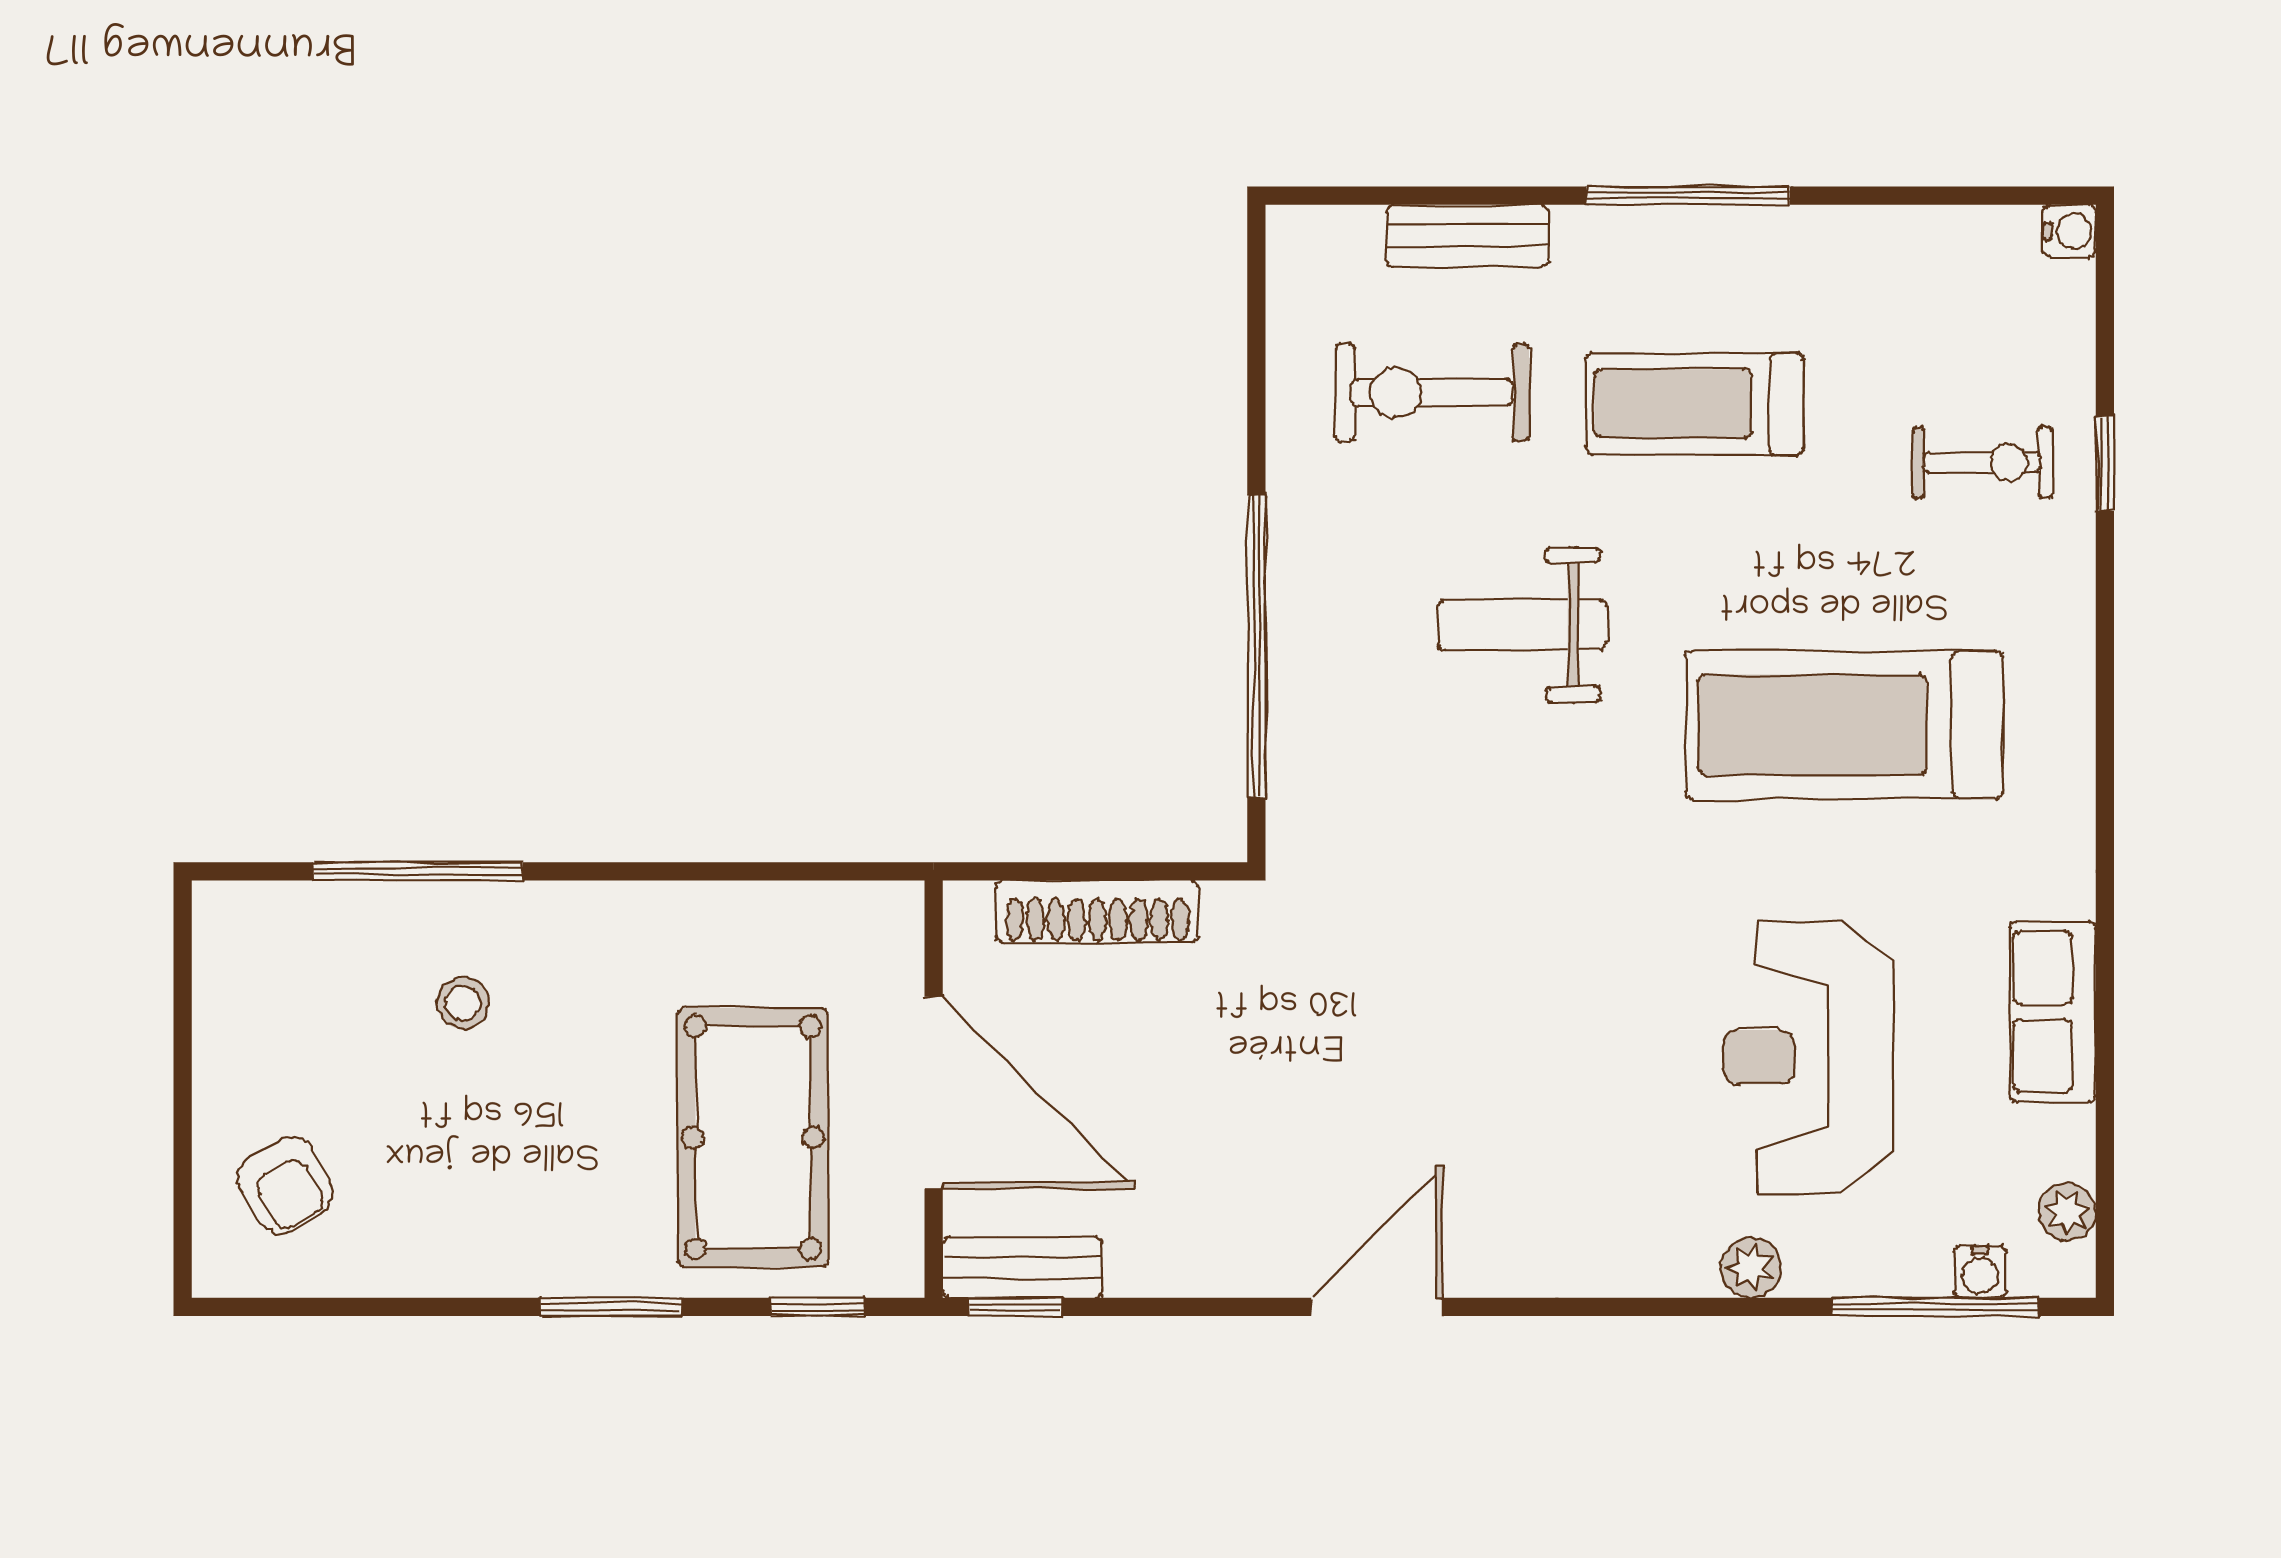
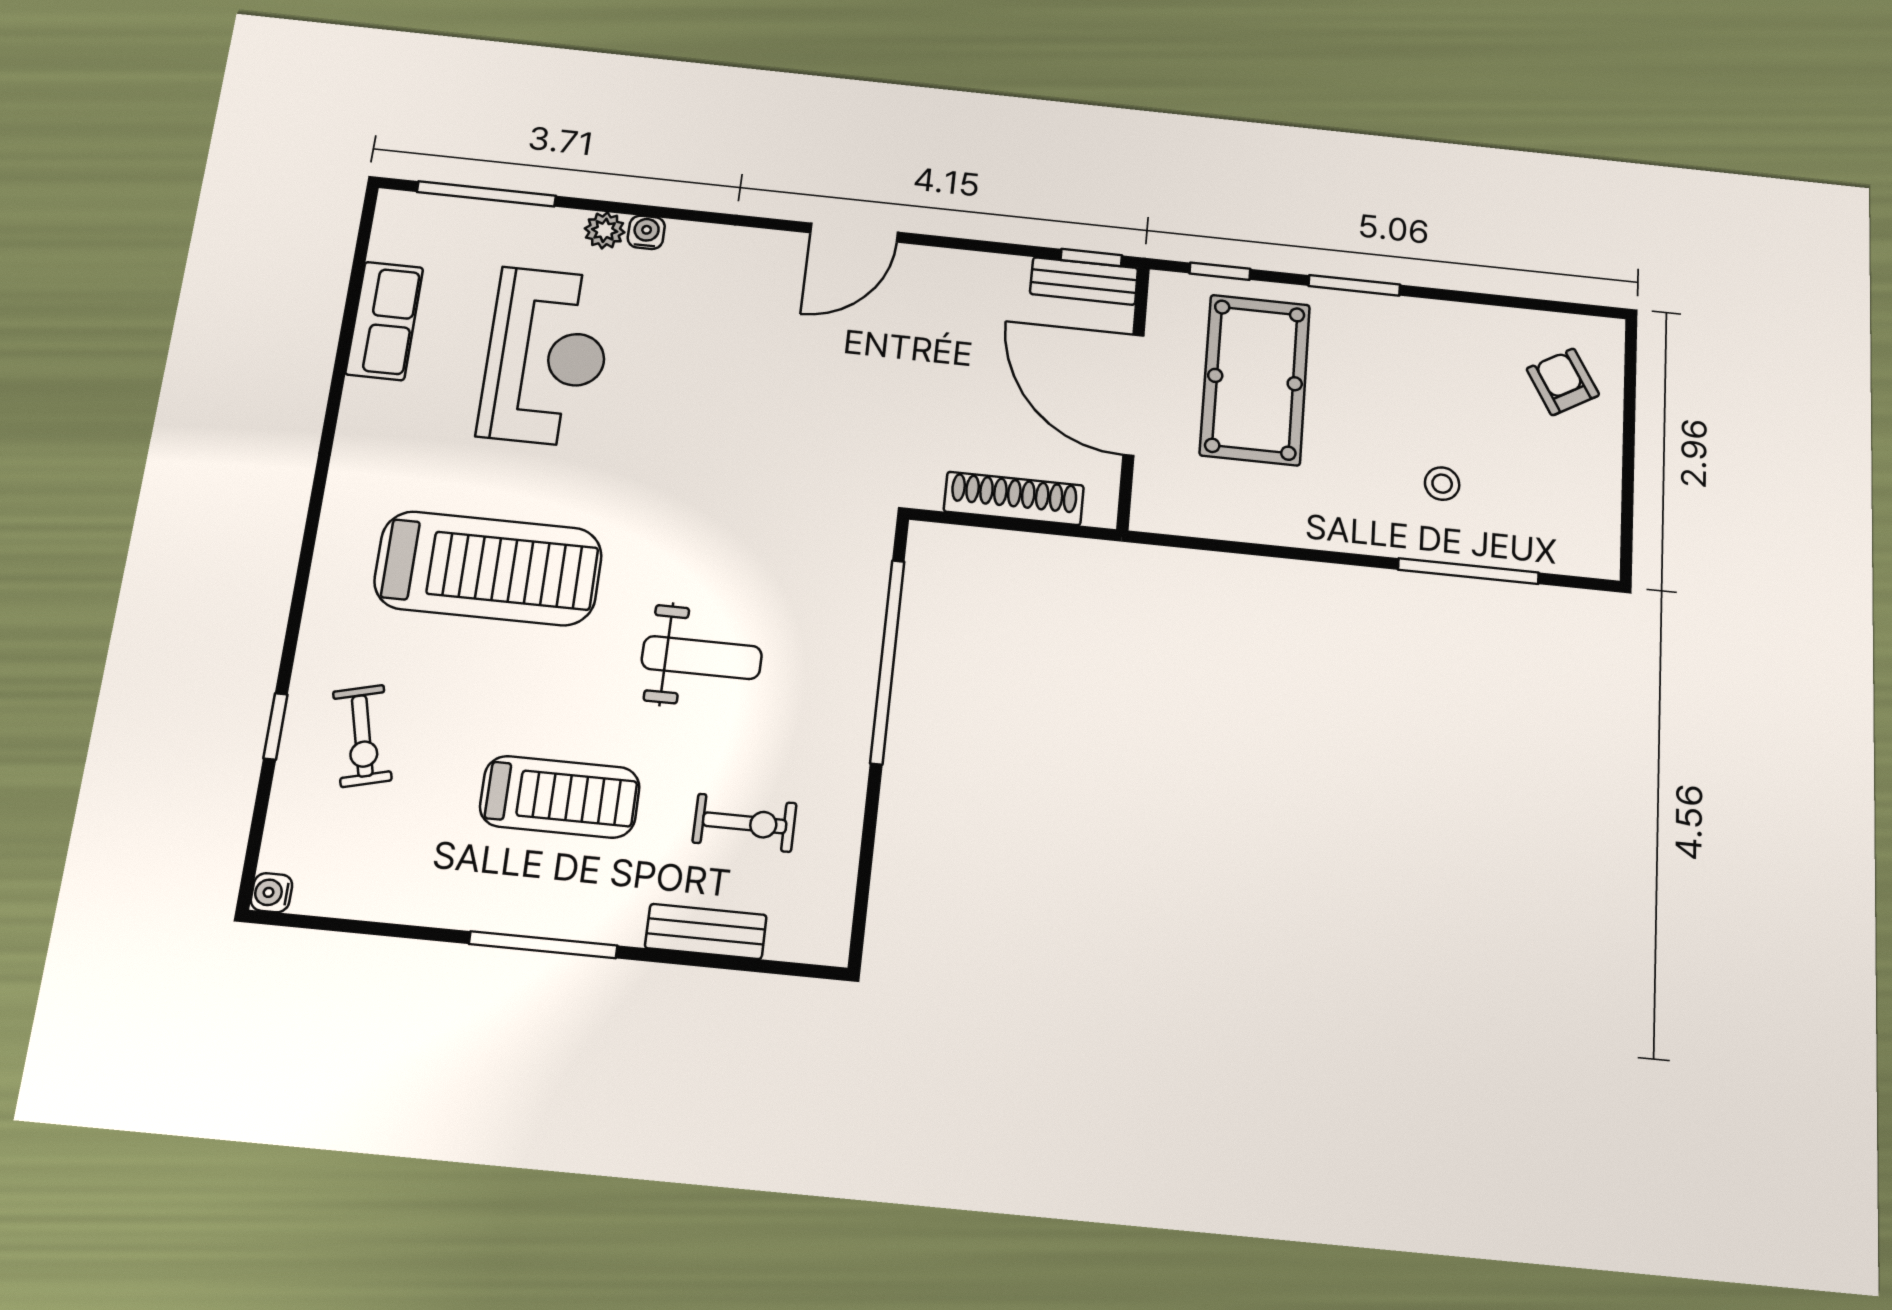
exercise bike: (1432, 393) -> (745, 823), width x0.73, depth x0.72
exercise bike: (1982, 463) -> (362, 736), turned -104
row of seats: (2053, 1012) -> (384, 321), moved
plant: (2067, 1212) -> (388, 243), removed
water cooler: (1980, 1272) -> (646, 232), moved

